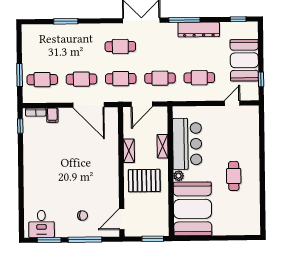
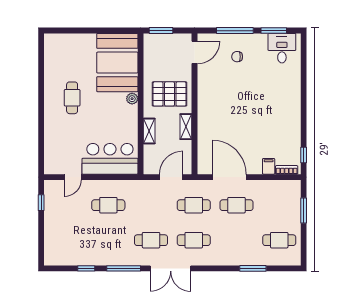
window: (238, 19) -> (86, 268), moved
dresser: (199, 30) -> (108, 258), removed
booth: (244, 60) -> (59, 224), removed
cafe table: (160, 78) -> (151, 240), moved
cafe table: (42, 80) -> (279, 240), moved
bar counter: (187, 144) -> (110, 159), moved, turned 90

